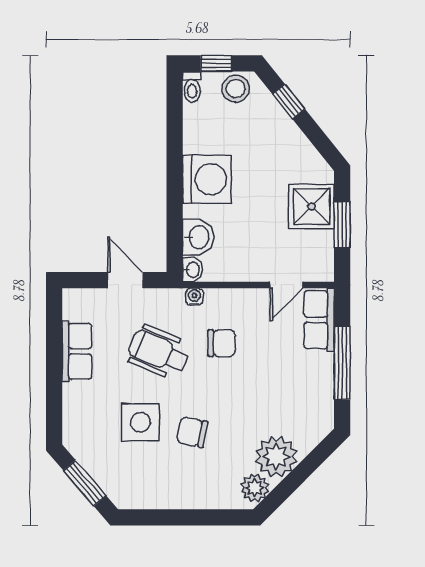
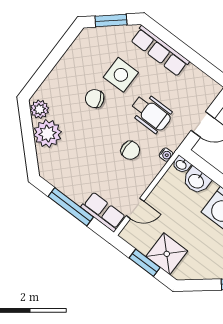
door: (286, 285) -> (135, 208), swing flipped
chair: (222, 343) -> (130, 150), turned -90
row of seats: (77, 351) -> (160, 51), moved, width x1.48
wheelchair: (159, 352) -> (151, 113), turned 67
chair: (192, 432) -> (95, 99), turned -123

